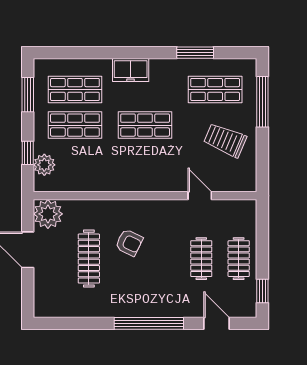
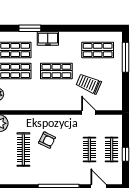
window: (195, 53) -> (30, 28), moved
trolley: (225, 140) -> (89, 84), moved
window: (262, 291) -> (125, 154), moved

